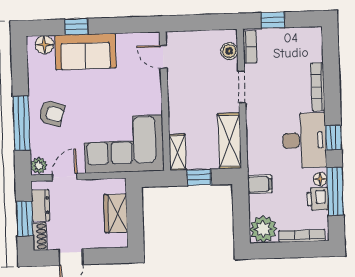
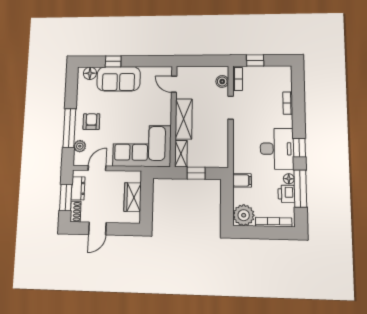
bookcase: (318, 87) -> (288, 103), width x0.64
armchair: (52, 113) -> (91, 122), turned -107
shelving: (230, 141) -> (184, 119), moved
plant: (39, 166) -> (80, 146), moved

